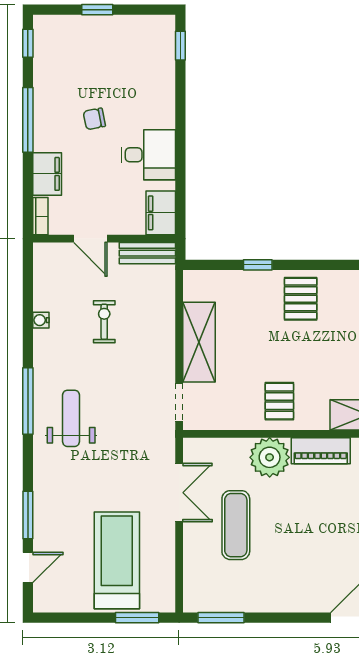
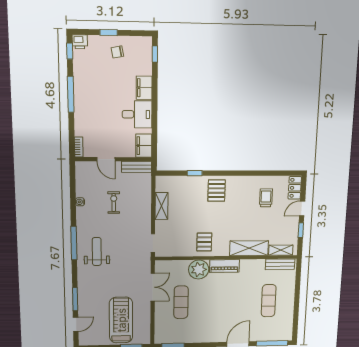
printer: (46, 27) -> (80, 42), added
chair: (94, 119) -> (117, 52), moved
filing cabinet: (47, 174) -> (144, 88), moved, turned 180
shelving: (199, 342) -> (161, 206), width x0.67, depth x0.75

